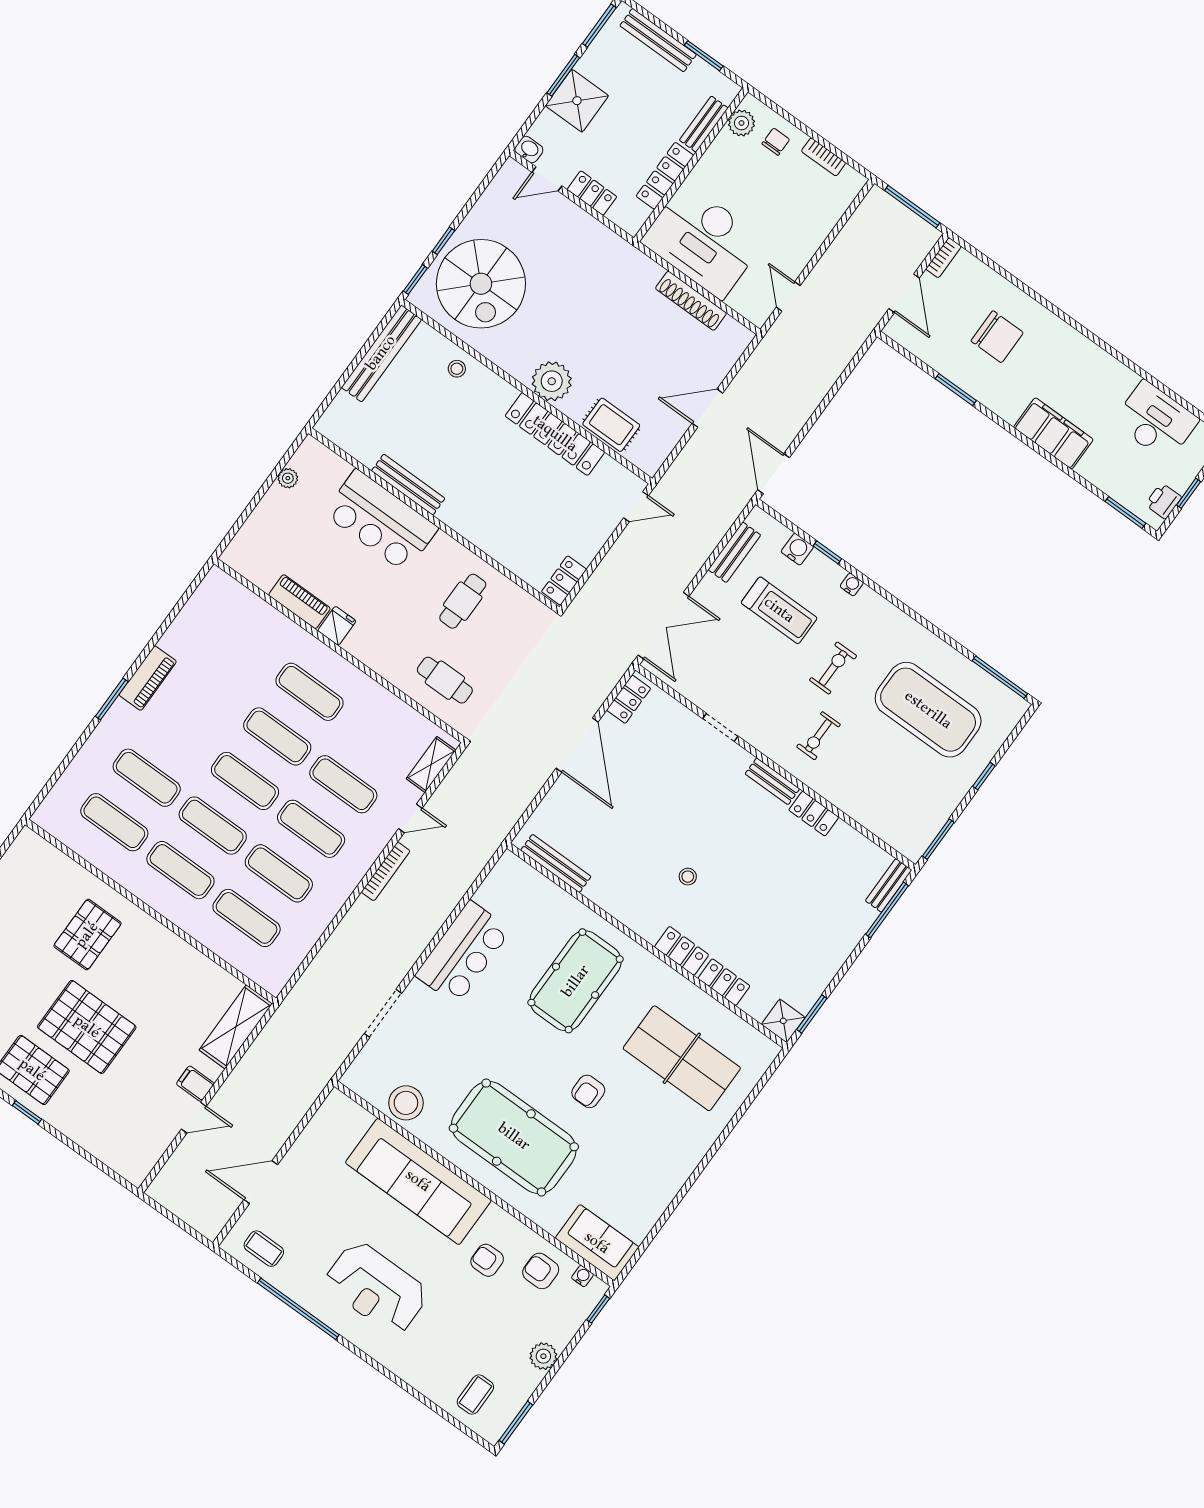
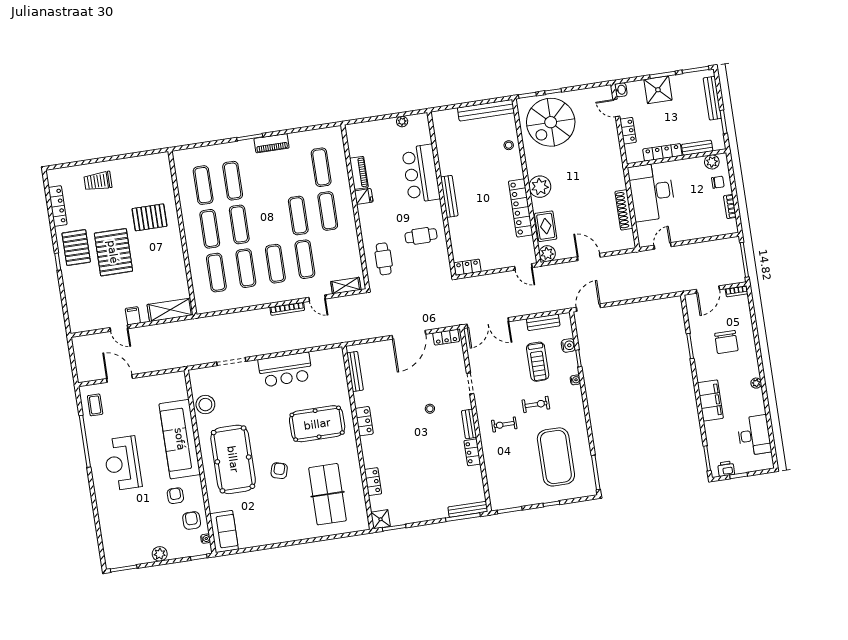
plant: (1090, 351) -> (756, 383), added
plant: (649, 458) -> (547, 254), added
bench: (408, 485) -> (449, 196), moved
exercise mat: (245, 781) -> (321, 167), moved
stool: (688, 877) -> (430, 409), moved
bench: (889, 885) -> (468, 509), width x1.36
locker: (682, 951) -> (364, 421), moved
armchair: (588, 1091) -> (279, 471), turned 105
coffee table: (475, 1395) -> (119, 542), removed

